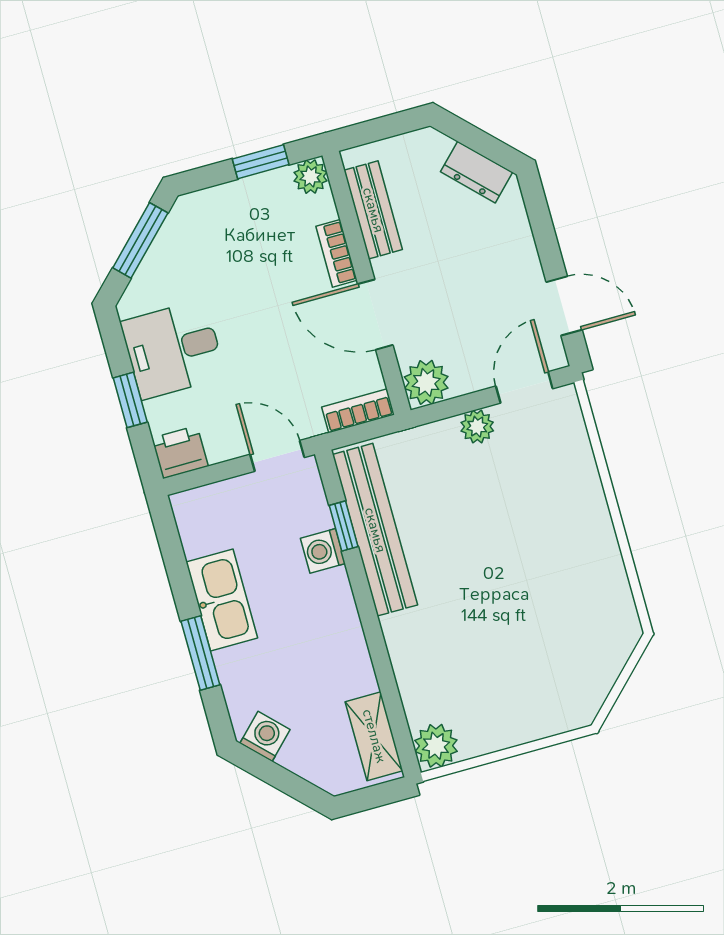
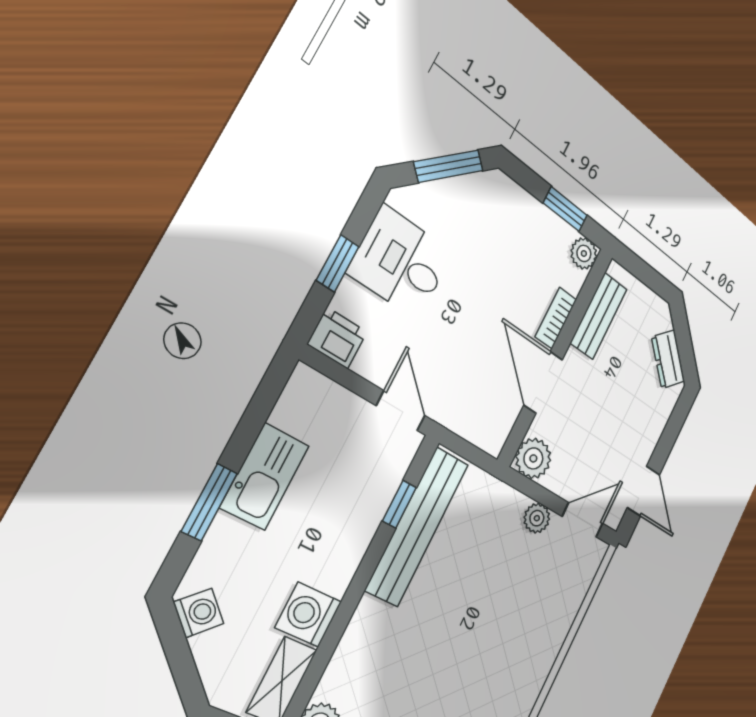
bookcase: (358, 411) -> (478, 434), removed
washing machine: (323, 551) -> (308, 615), moved, width x1.38, depth x1.38

